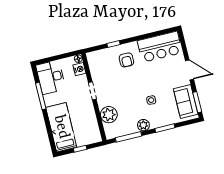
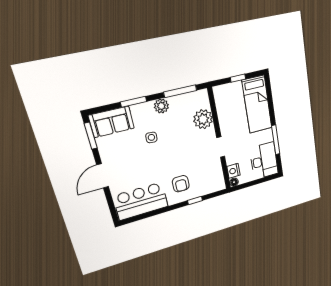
armchair: (126, 60) -> (181, 184), turned 180
door: (189, 70) -> (103, 176), hinge flipped
sofa: (186, 102) -> (111, 122), moved, turned 90

